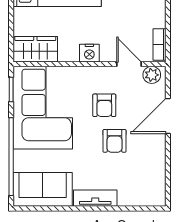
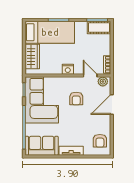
wardrobe: (35, 49) -> (32, 57), moved, turned 90
armchair: (114, 141) -> (100, 141), moved

